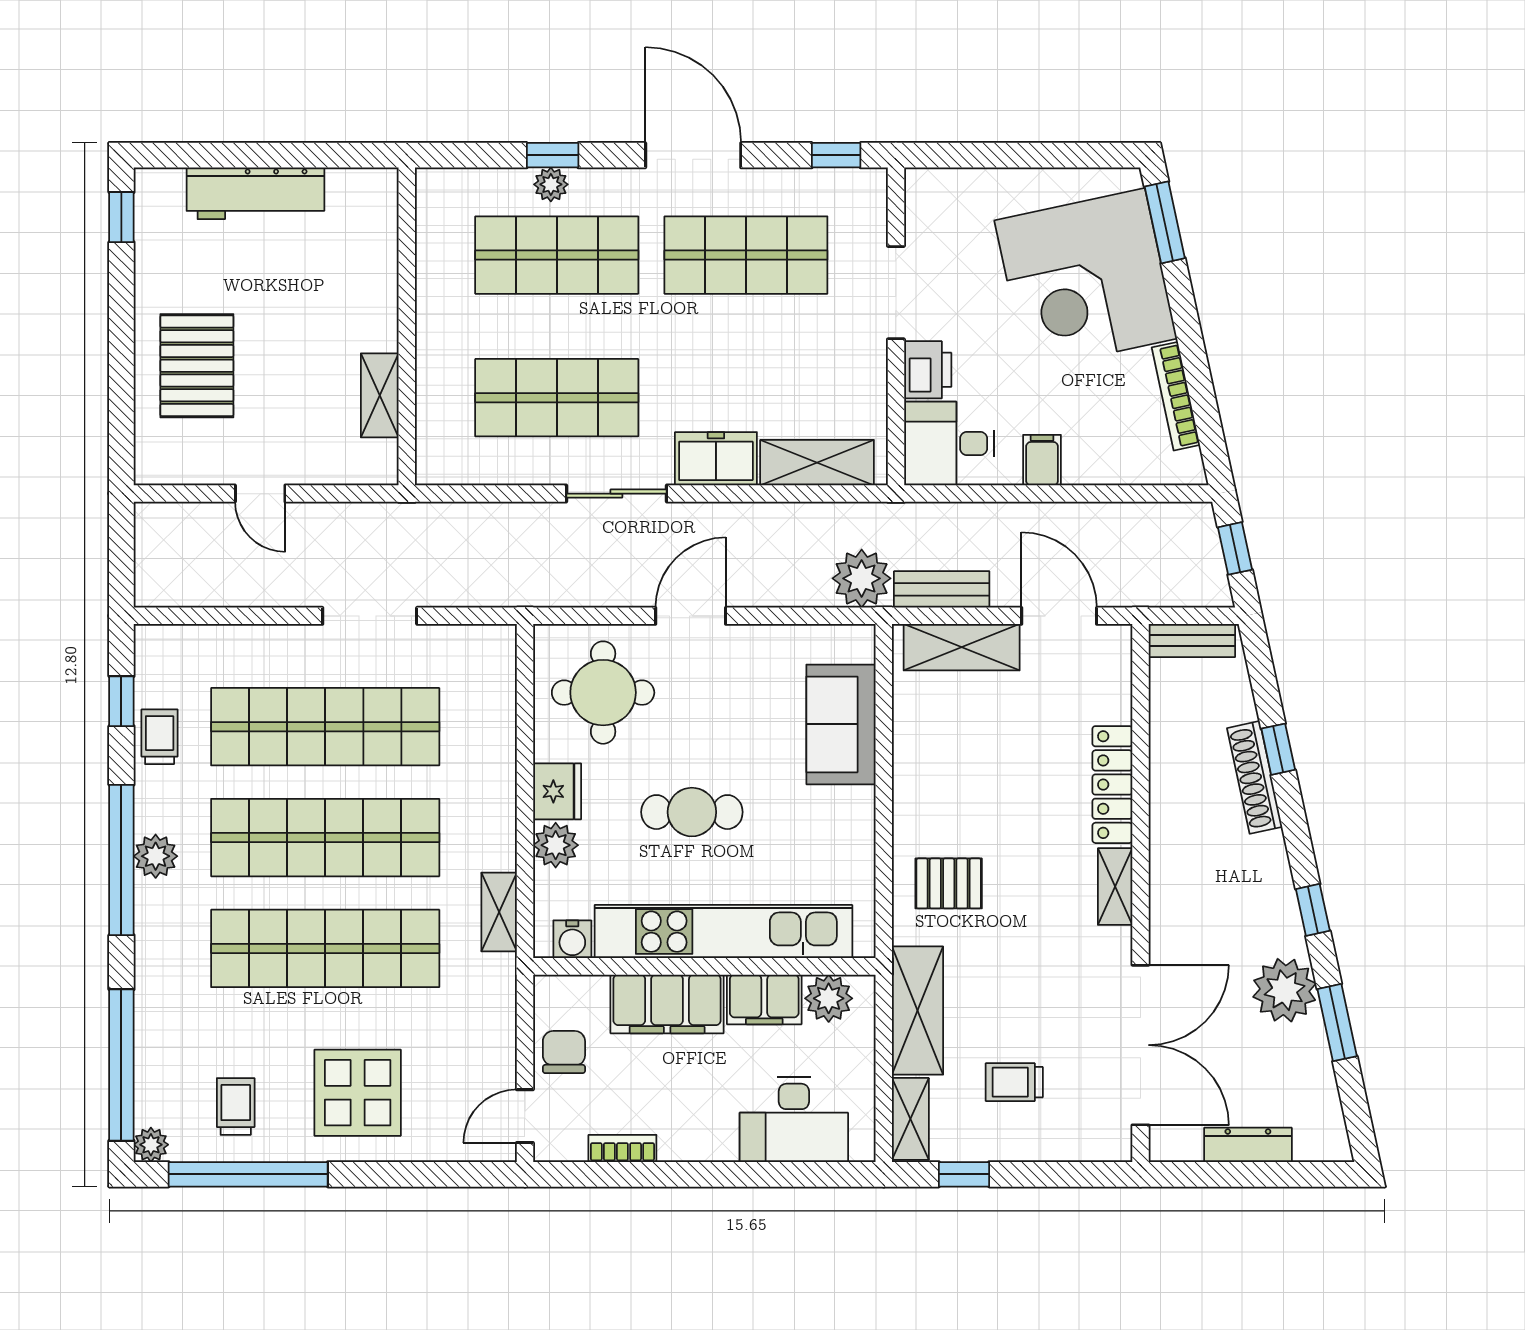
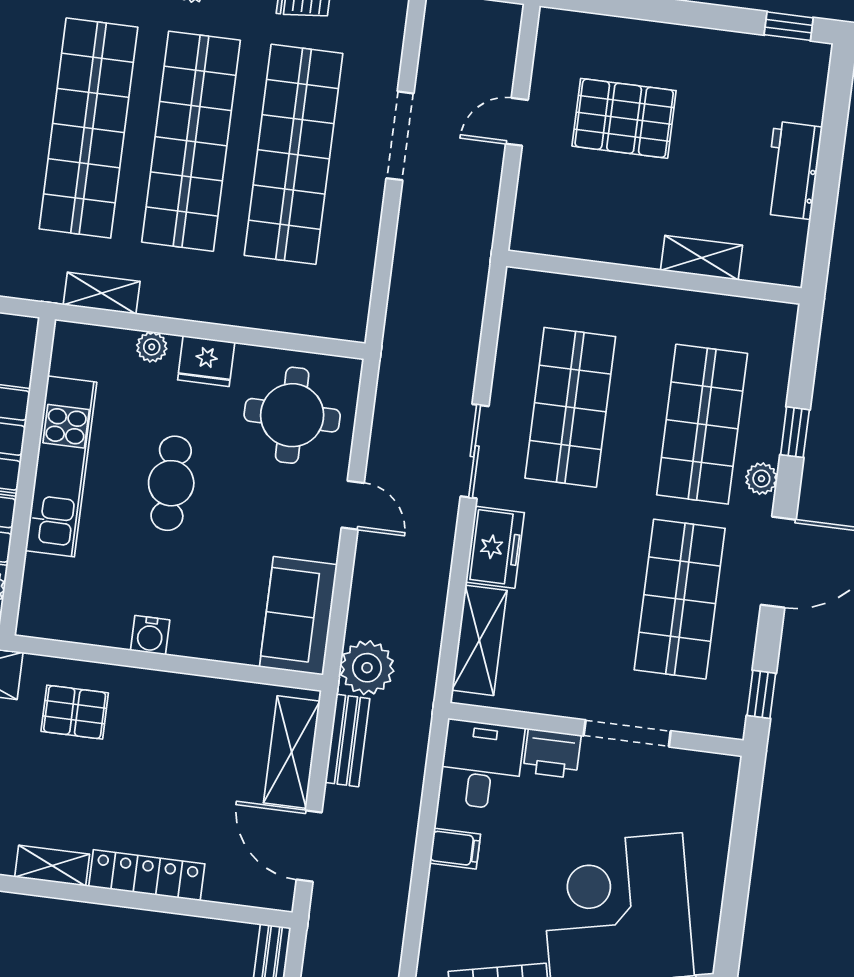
plant: (551, 184) -> (761, 479), moved
workbench: (255, 193) -> (793, 170), width x0.73
pallet: (197, 366) -> (624, 118), moved
shelving: (380, 395) -> (701, 258), moved
doorway: (370, 616) -> (400, 136), moved
door: (691, 616) -> (353, 505), width x0.73
door: (1059, 616) -> (309, 846), swing flipped
sofa: (841, 724) -> (298, 616), moved, turned -90
plant: (556, 845) -> (152, 347), width x0.73, depth x0.73
pallet: (949, 883) -> (75, 712), turned 90
kitchen unit: (723, 932) -> (61, 466), width x0.73
water cooler: (572, 939) -> (150, 635), moved, turned -90

